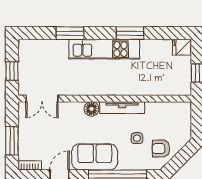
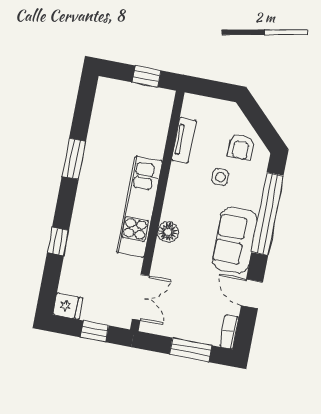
window: (70, 33) -> (58, 241), width x0.67
fridge: (182, 47) -> (68, 306), moved, turned -90
kitchen unit: (104, 49) -> (140, 207), moved, turned 180
tv unit: (122, 108) -> (184, 140), moved, width x0.71

